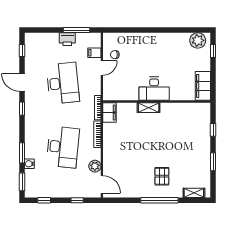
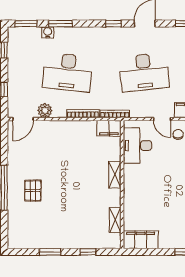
desk: (154, 89) -> (137, 146), moved
pallet: (162, 176) -> (33, 191), turned 90
shelving: (194, 193) -> (115, 220), moved

